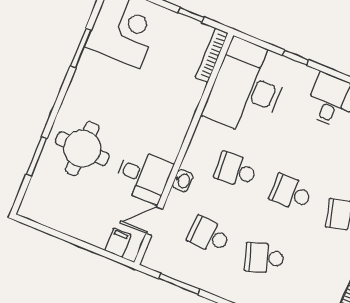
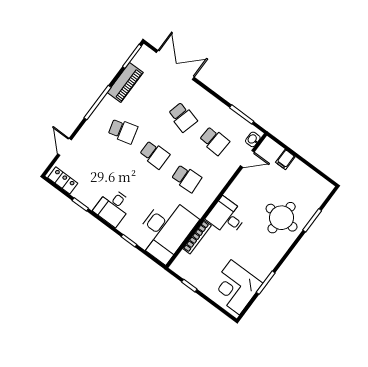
bookcase: (212, 55) -> (197, 237), moved
desk: (144, 176) -> (227, 217), moved
washbasin: (183, 181) -> (253, 139), moved
filing cabinet: (118, 243) -> (285, 159), moved
school desk: (264, 258) -> (183, 117), turned 33

